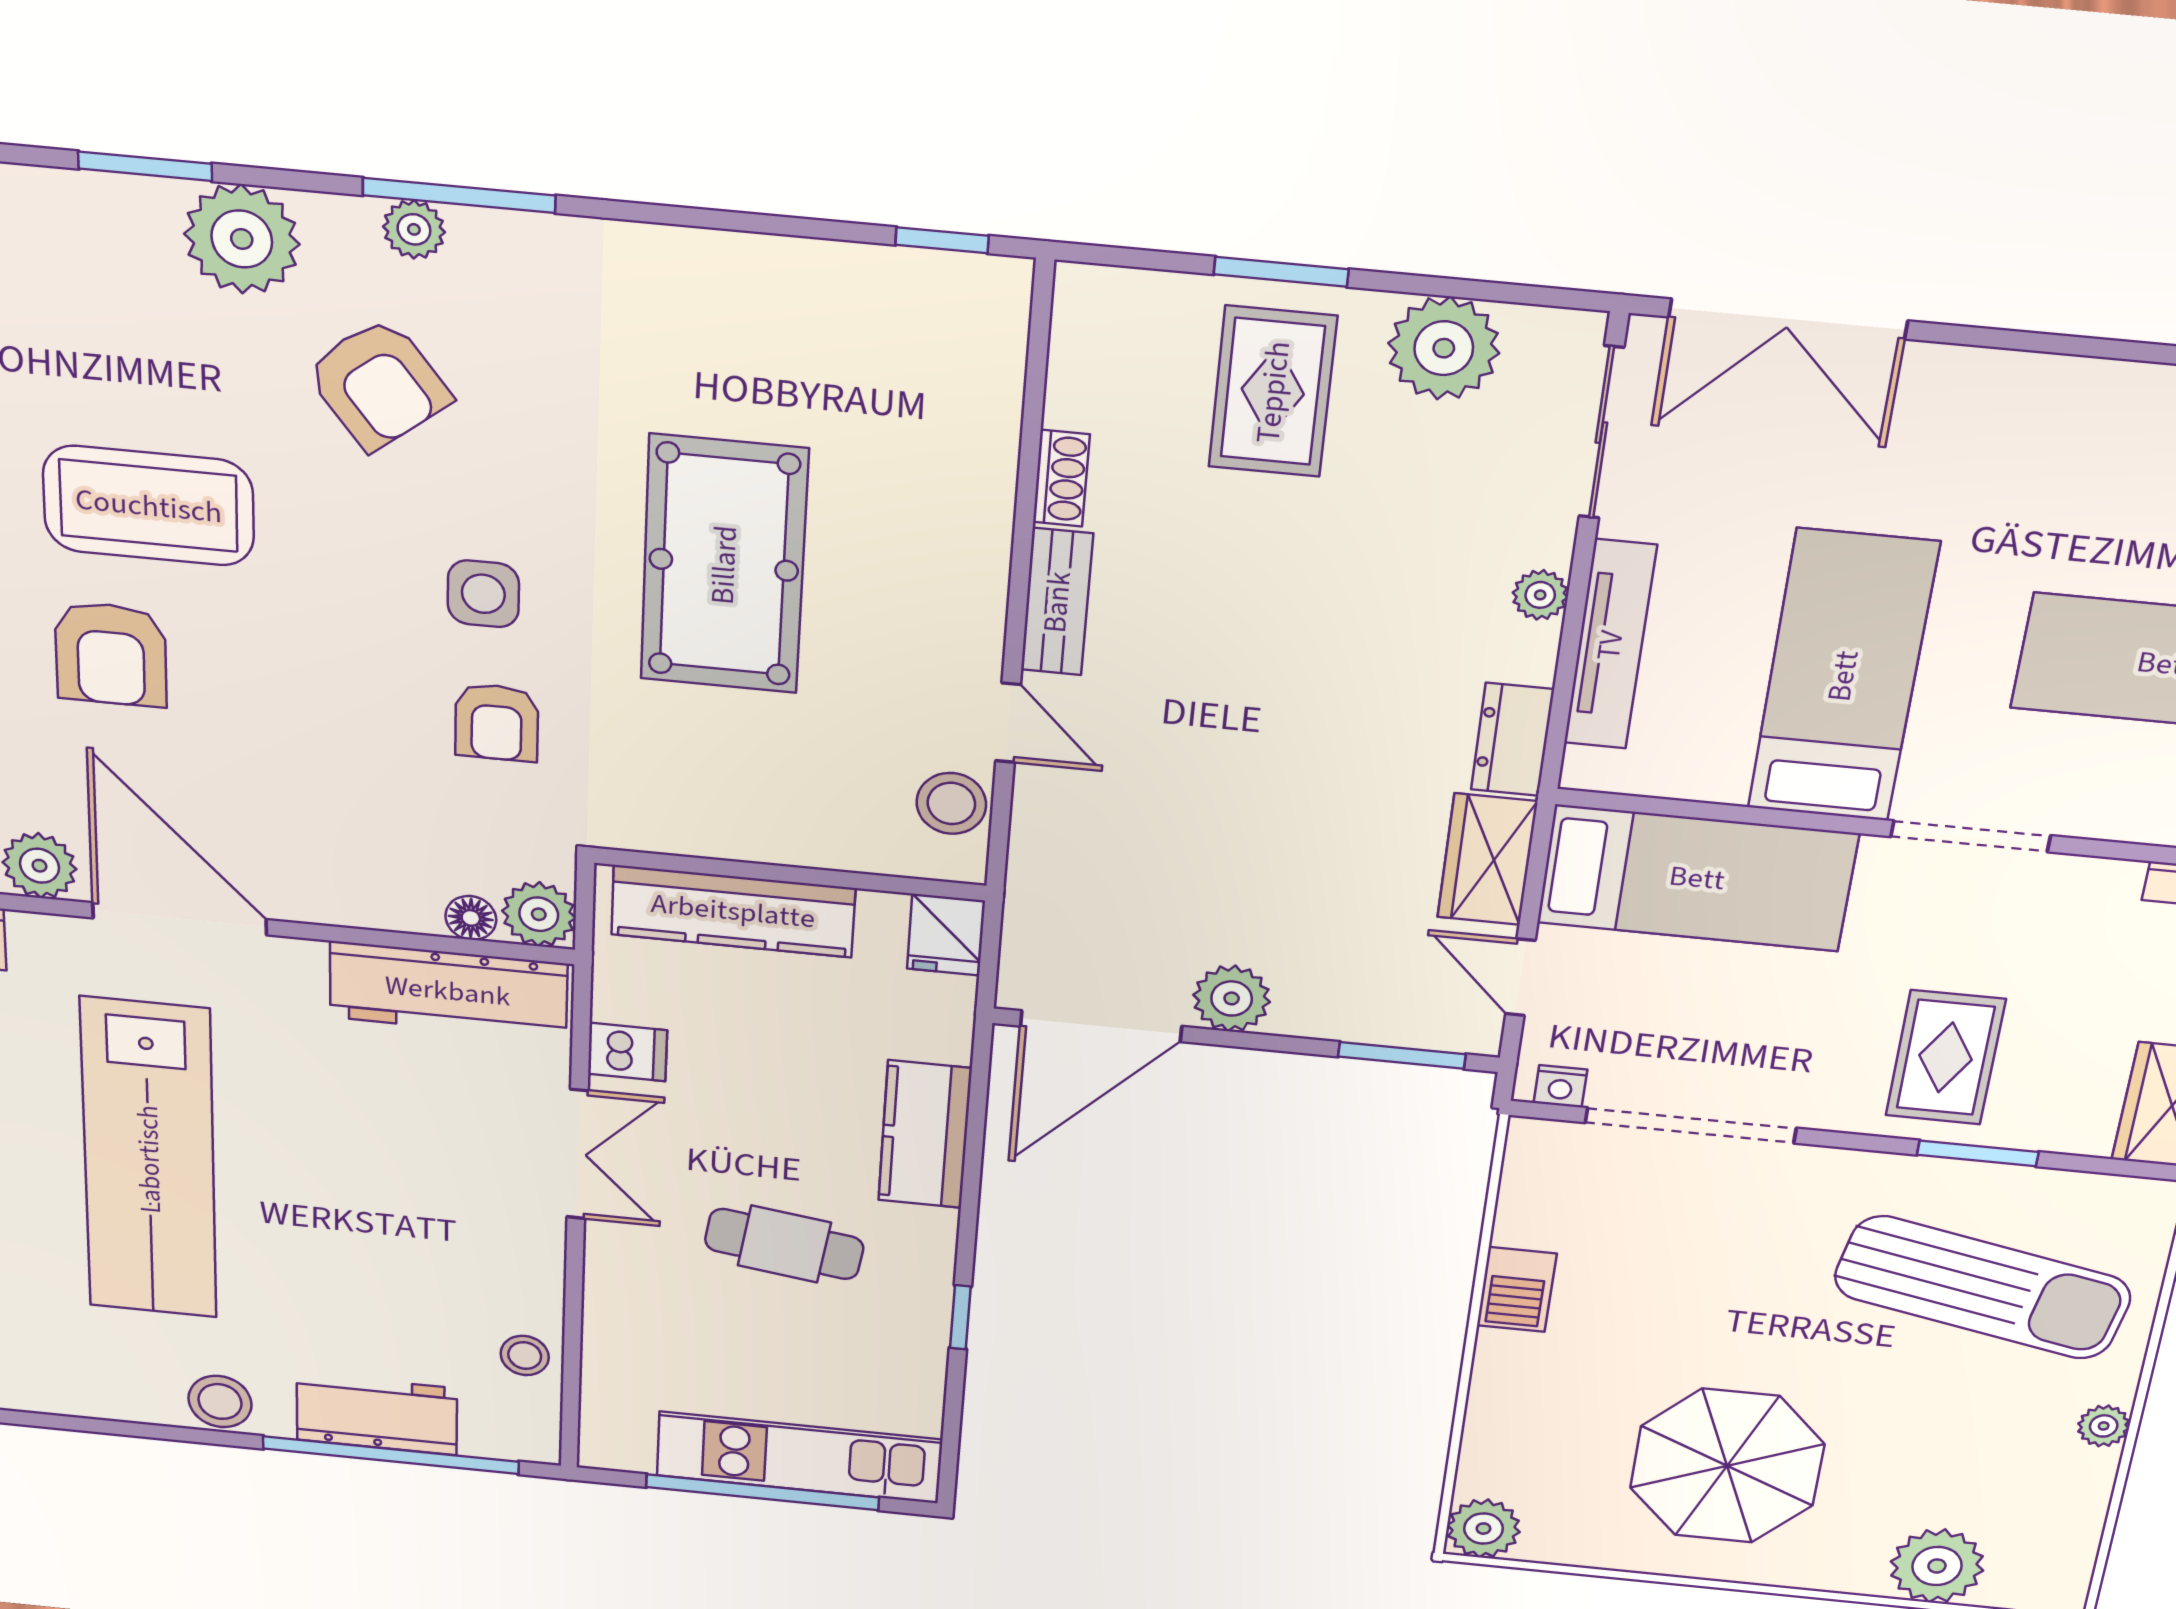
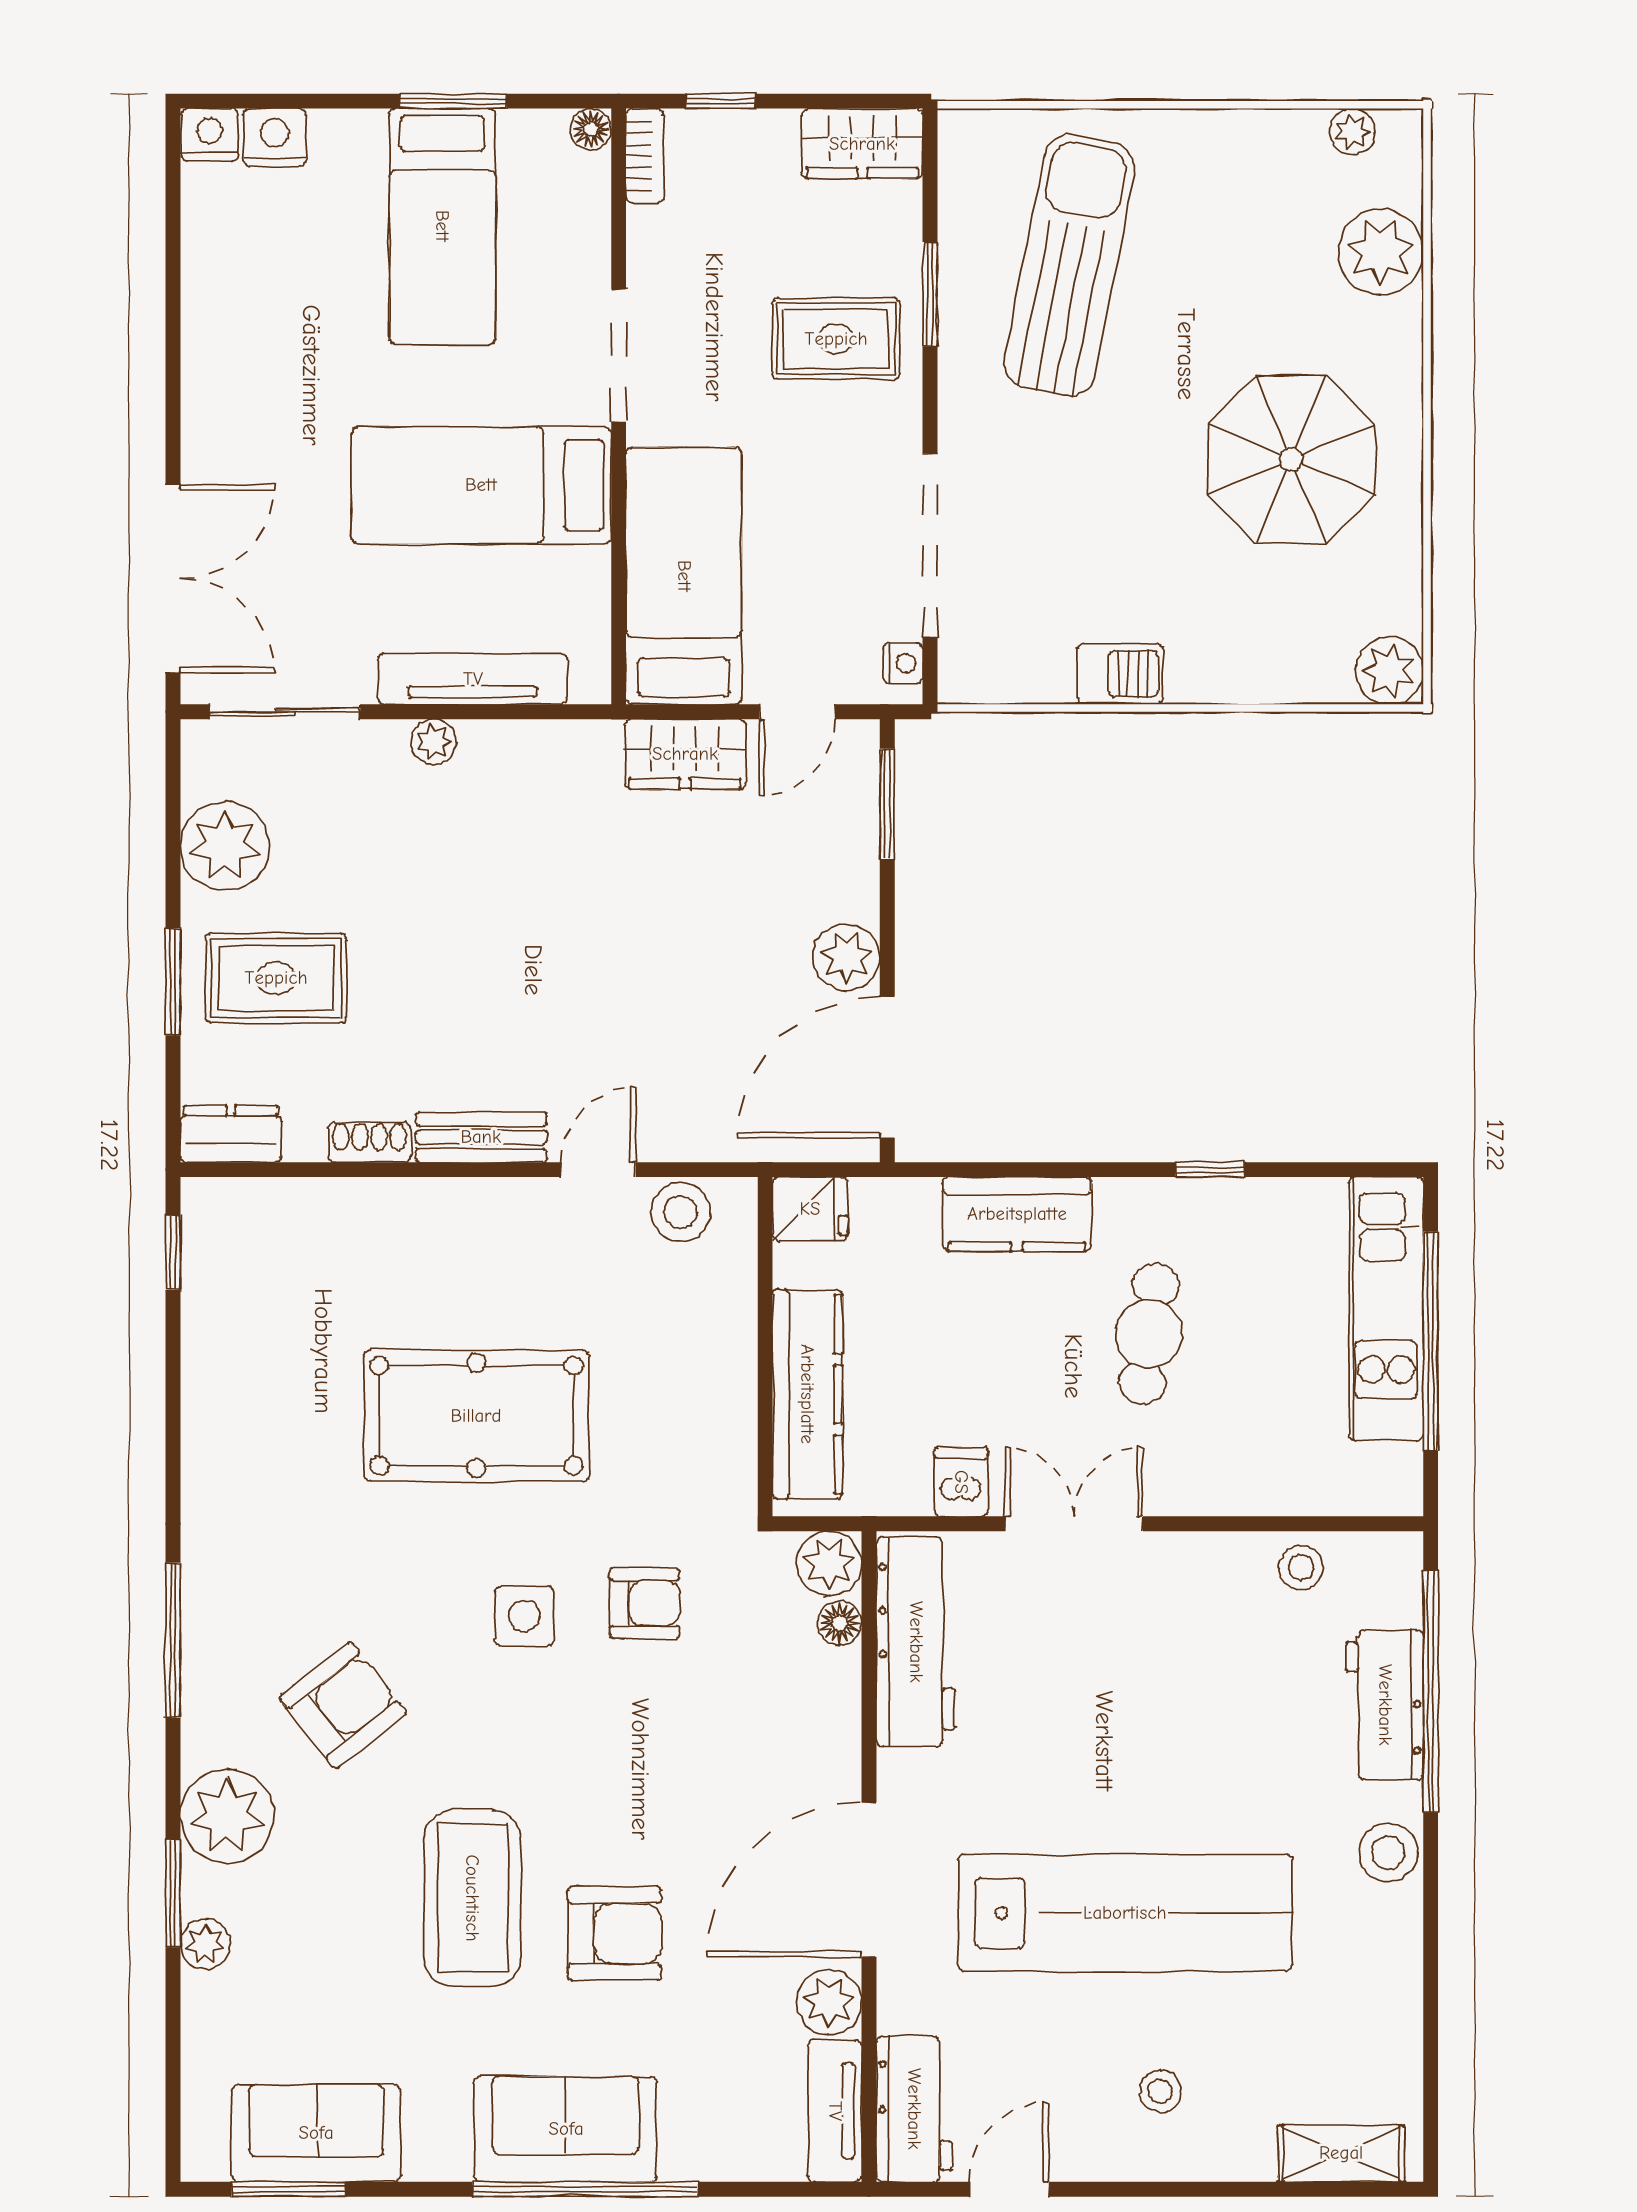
plant: (414, 229) -> (205, 1944), moved
dresser: (1512, 739) -> (231, 1134), moved, turned 180
door: (1101, 1026) -> (887, 1067), swing flipped
plant: (2104, 1426) -> (1352, 132), moved

